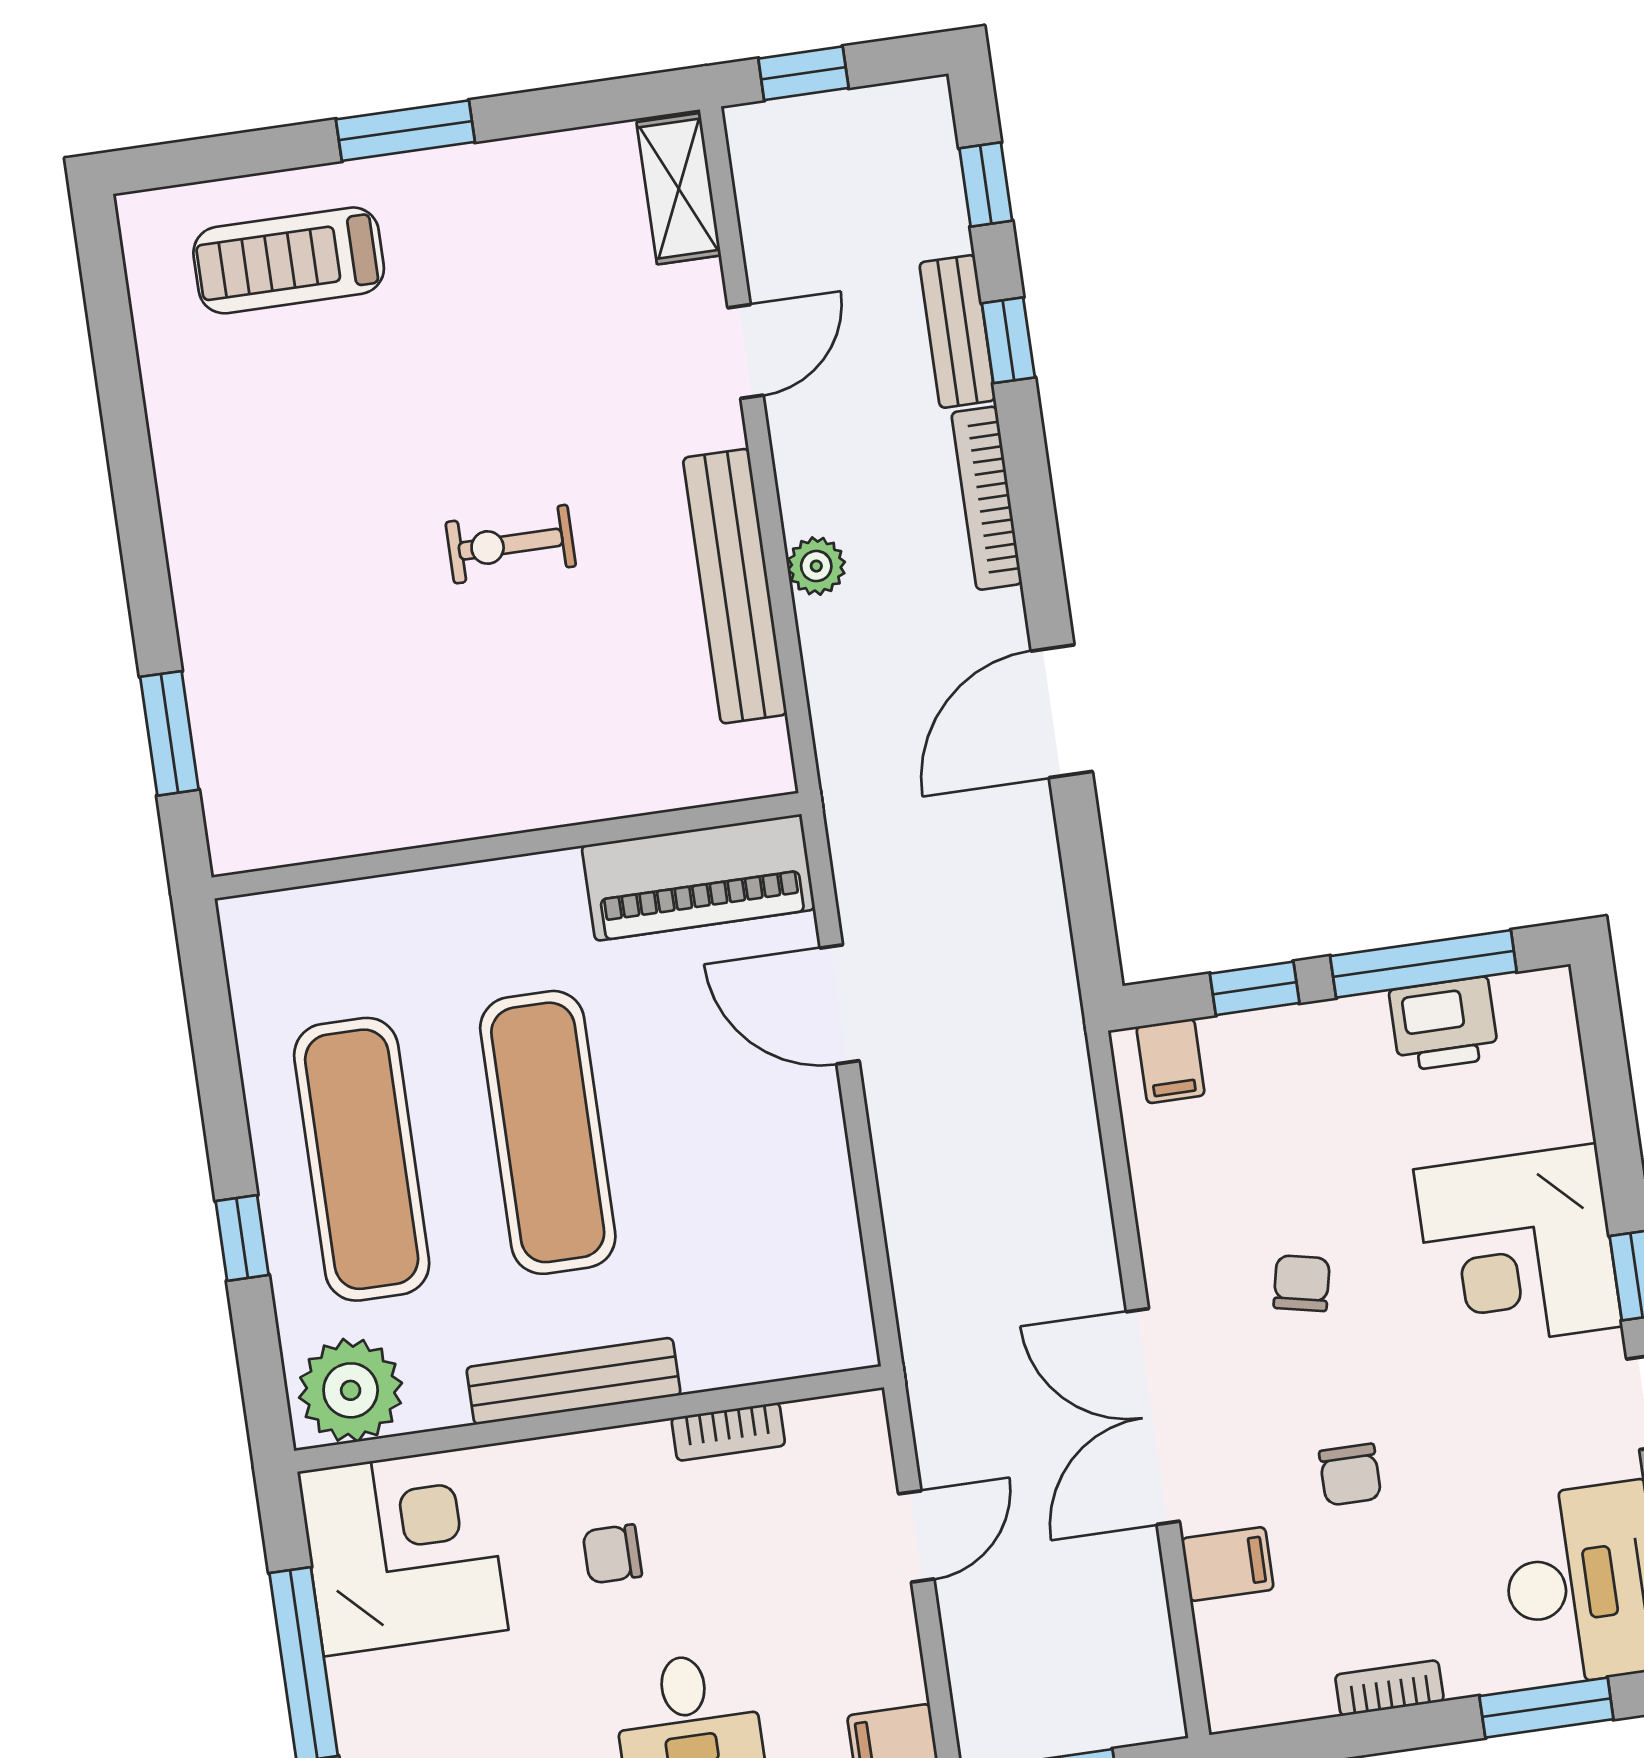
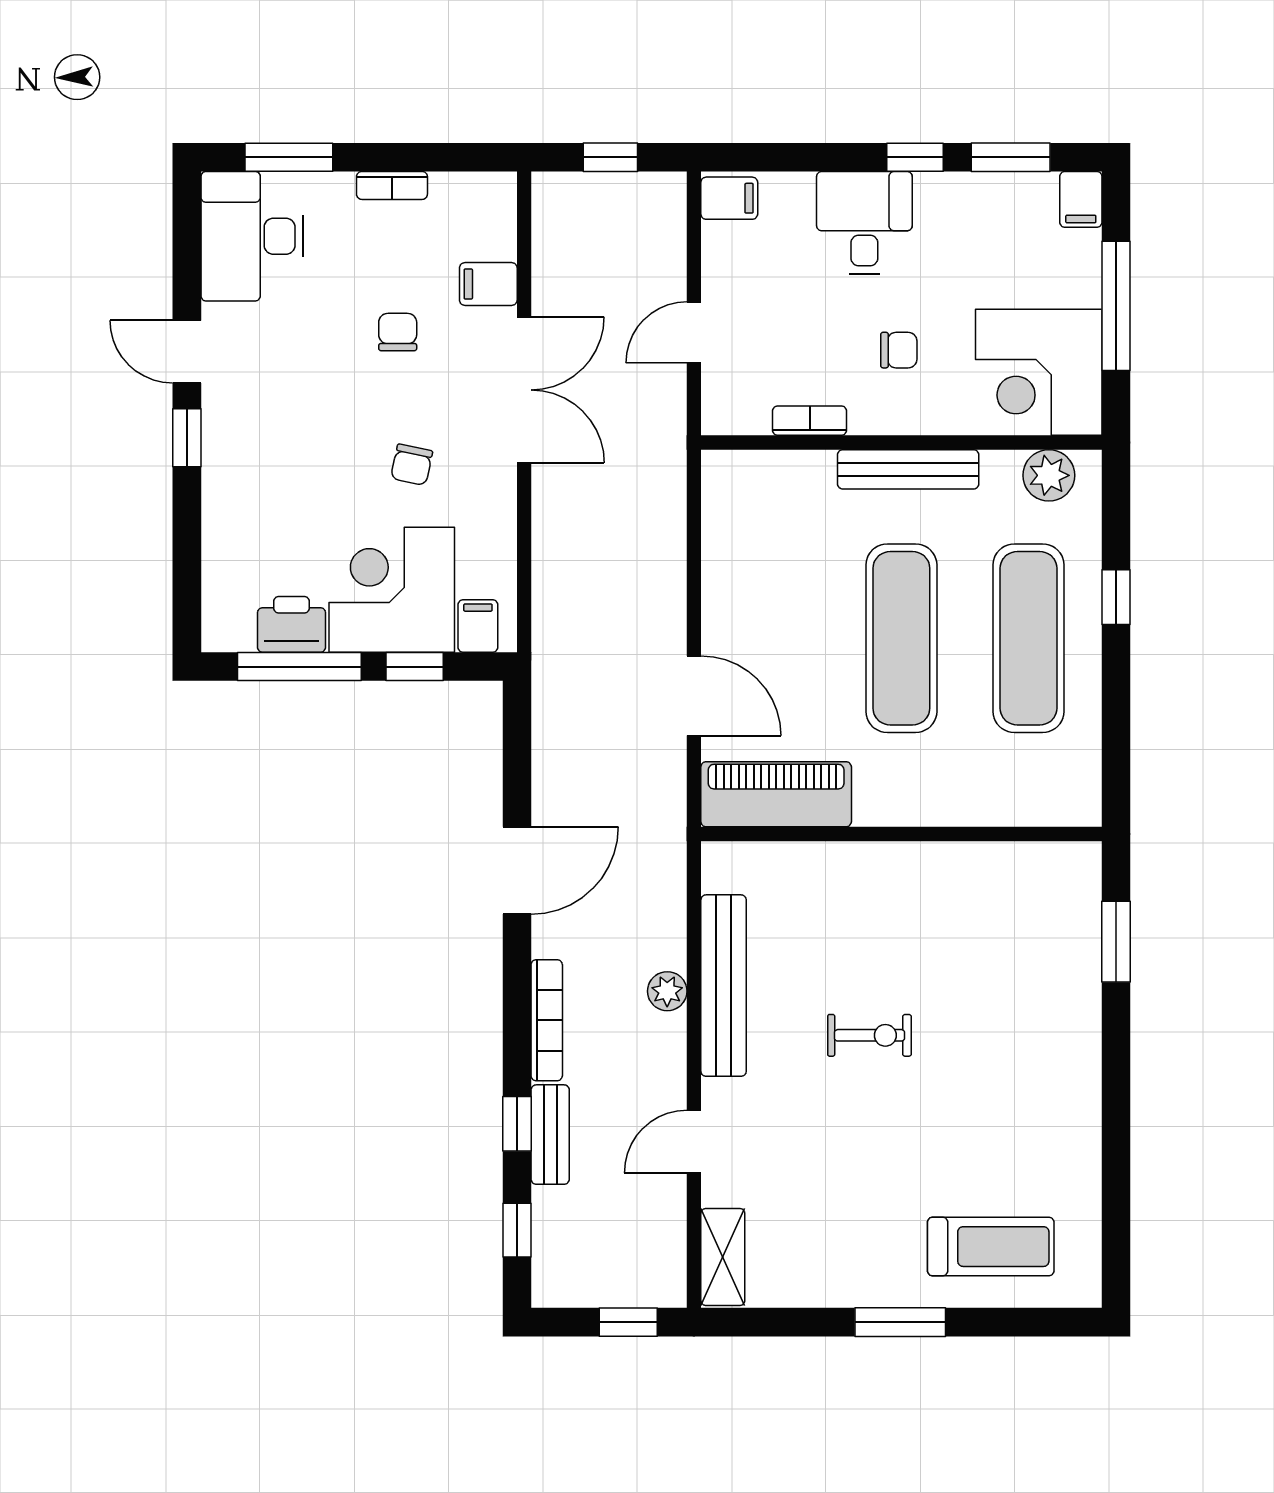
corner desk: (1518, 1248) -> (392, 590), moved, turned -90
plant: (351, 1390) -> (1049, 475), width x0.73, depth x0.73

